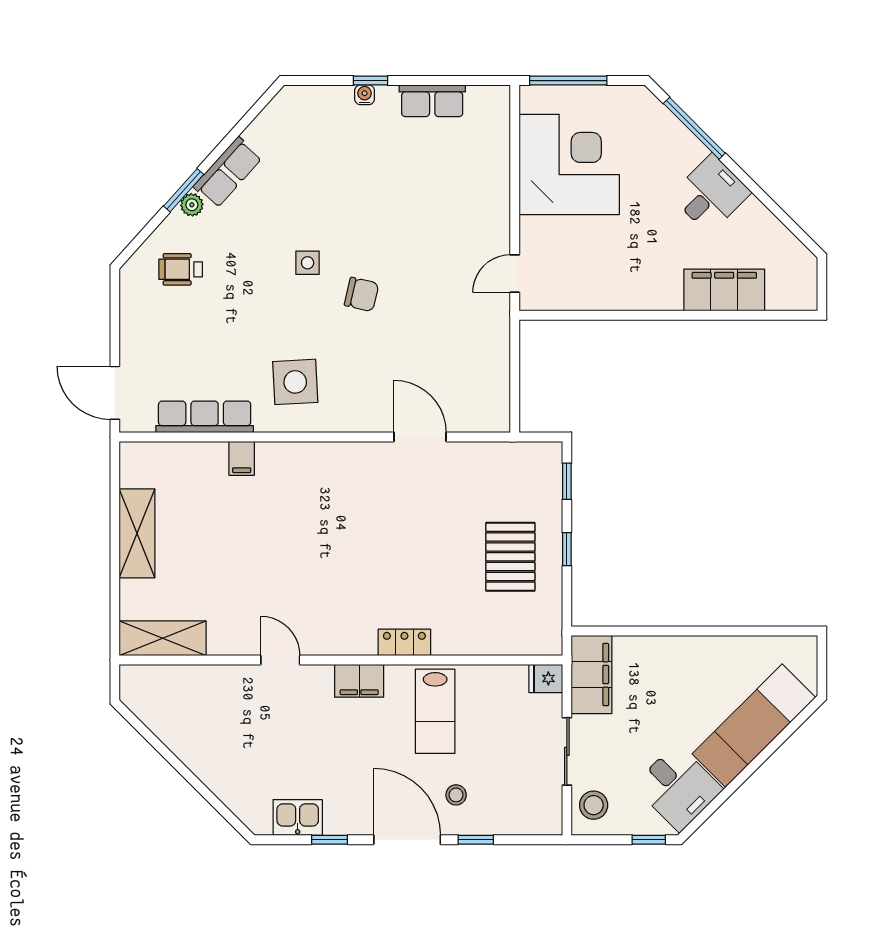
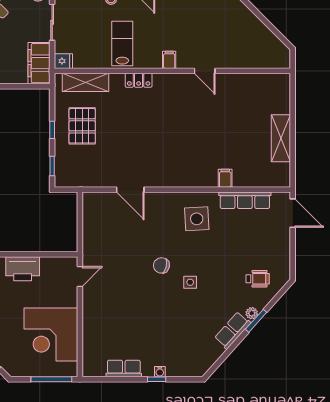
printer: (622, 288) -> (23, 269), added
shelving: (163, 638) -> (86, 82), moved
filing cabinet: (359, 681) -> (169, 60), width x0.50

